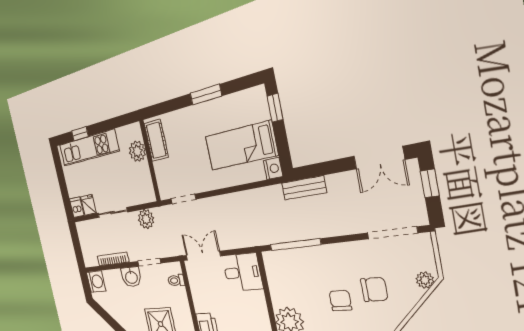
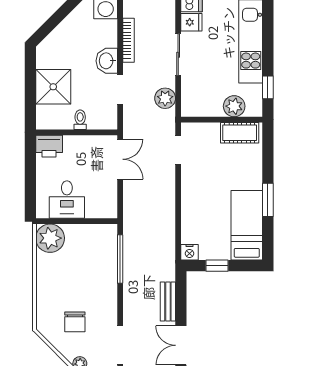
window: (275, 108) -> (217, 266), moved
window: (80, 134) -> (268, 87), moved
bed: (241, 146) -> (247, 225), moved
bench: (304, 188) -> (168, 302), moved
desk: (242, 272) -> (67, 200), moved
toilet: (176, 280) -> (80, 120), moved
chair: (340, 300) -> (67, 291), removed

